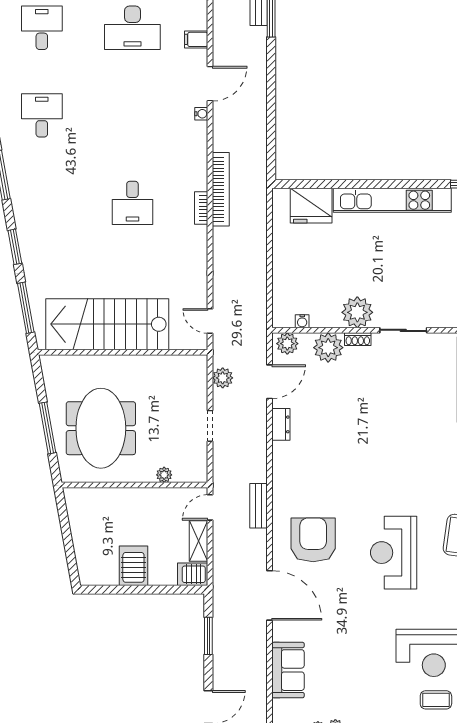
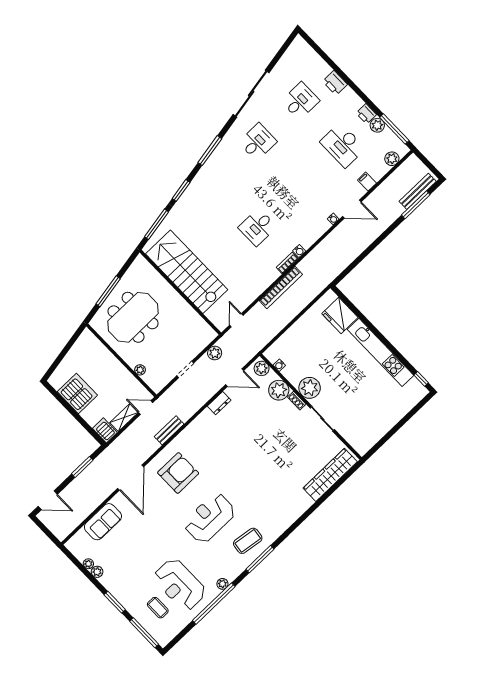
water cooler: (201, 183) -> (299, 251), added
bookcase: (221, 189) -> (281, 287), moved
server rack: (133, 566) -> (77, 393), width x1.60

